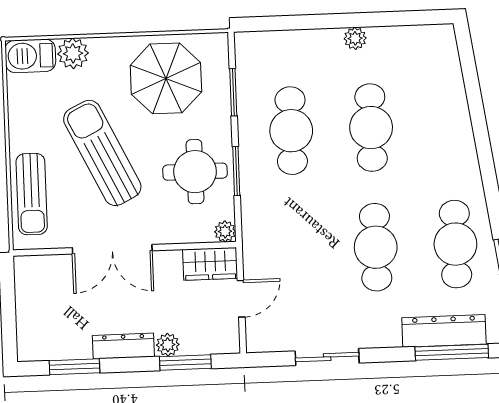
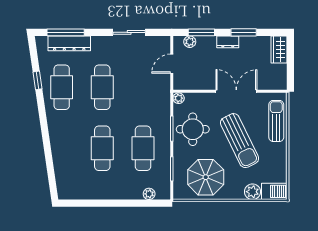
plant: (355, 38) -> (149, 194), moved
wardrobe: (210, 264) -> (279, 50), moved, turned -90
plant: (168, 345) -> (190, 42), moved
dresser: (123, 346) -> (228, 42), width x0.70
window: (74, 367) -> (244, 32), moved

